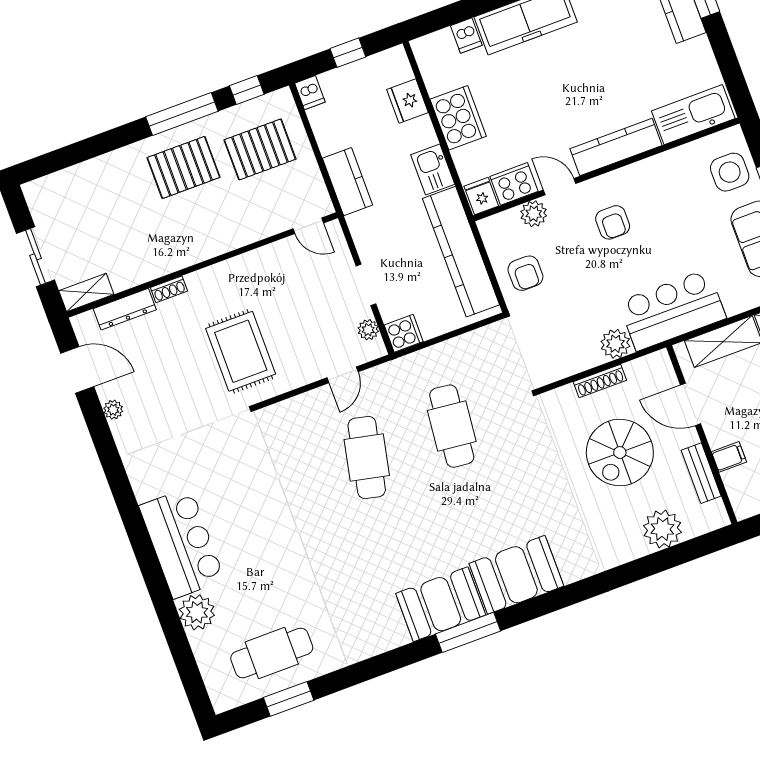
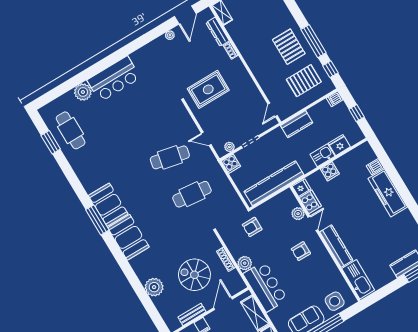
cooker: (458, 118) -> (330, 171), width x0.53, depth x0.76
pallet: (260, 149) -> (304, 81), turned 90
kitchen sink: (433, 169) -> (322, 155), moved
armchair: (525, 273) -> (252, 227), moved
plant: (662, 529) -> (154, 287), moved

